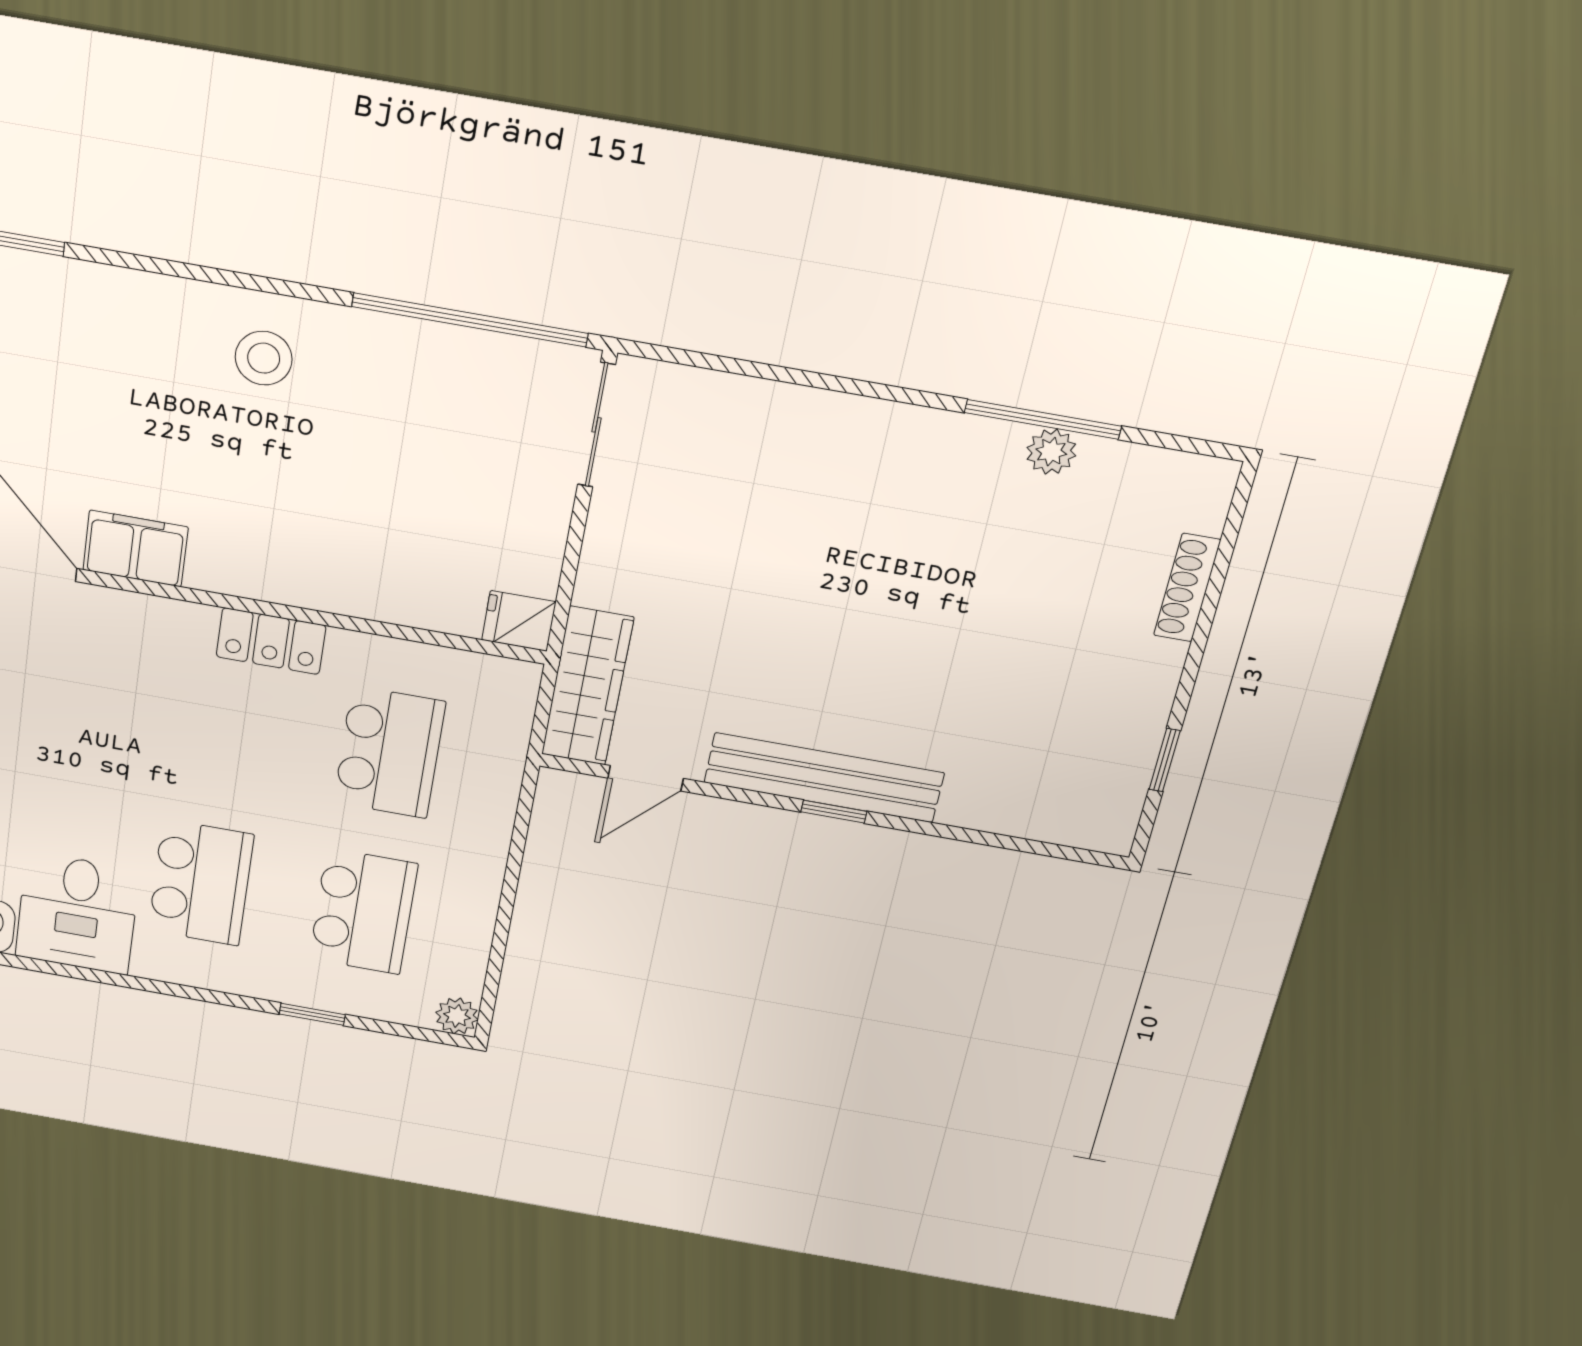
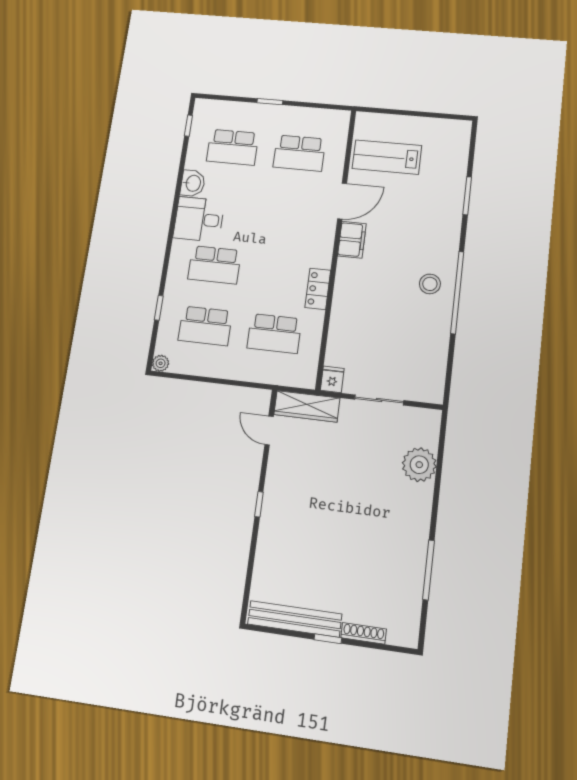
window: (470, 320) -> (457, 292), moved
sliding door: (596, 425) -> (379, 400), moved
plant: (1051, 452) -> (419, 465), moved, width x1.88, depth x1.88
window: (1165, 760) -> (328, 639), moved
bench: (824, 778) -> (295, 619), moved, turned 90

